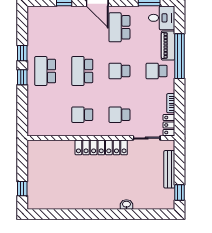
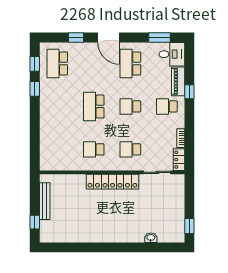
window: (179, 56) -> (189, 92), width x0.32
school desk: (45, 71) -> (57, 64), moved
window: (22, 77) -> (35, 64), moved
bench: (169, 169) -> (45, 201), moved
washbasin: (126, 204) -> (151, 238), moved

